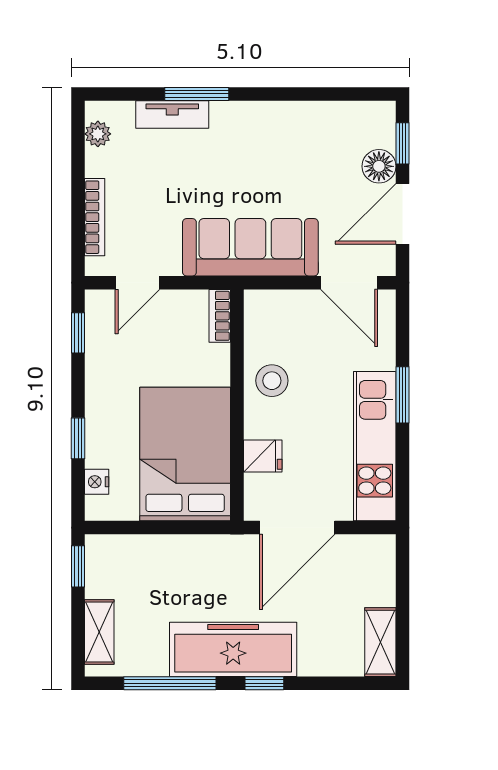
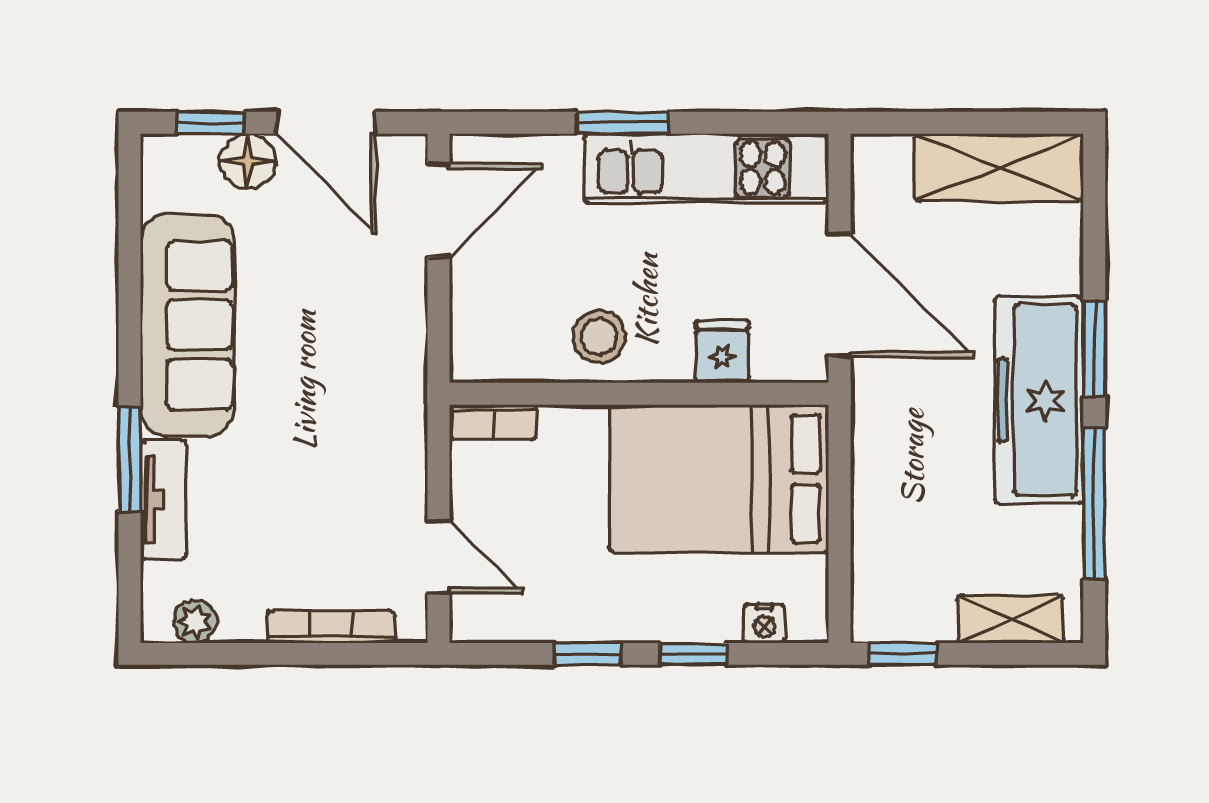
sofa: (250, 247) -> (187, 325), moved, turned 180
window: (78, 333) -> (588, 654), moved
shelving: (380, 642) -> (999, 167), width x1.50, depth x1.33
window: (264, 683) -> (1094, 349), width x1.50

